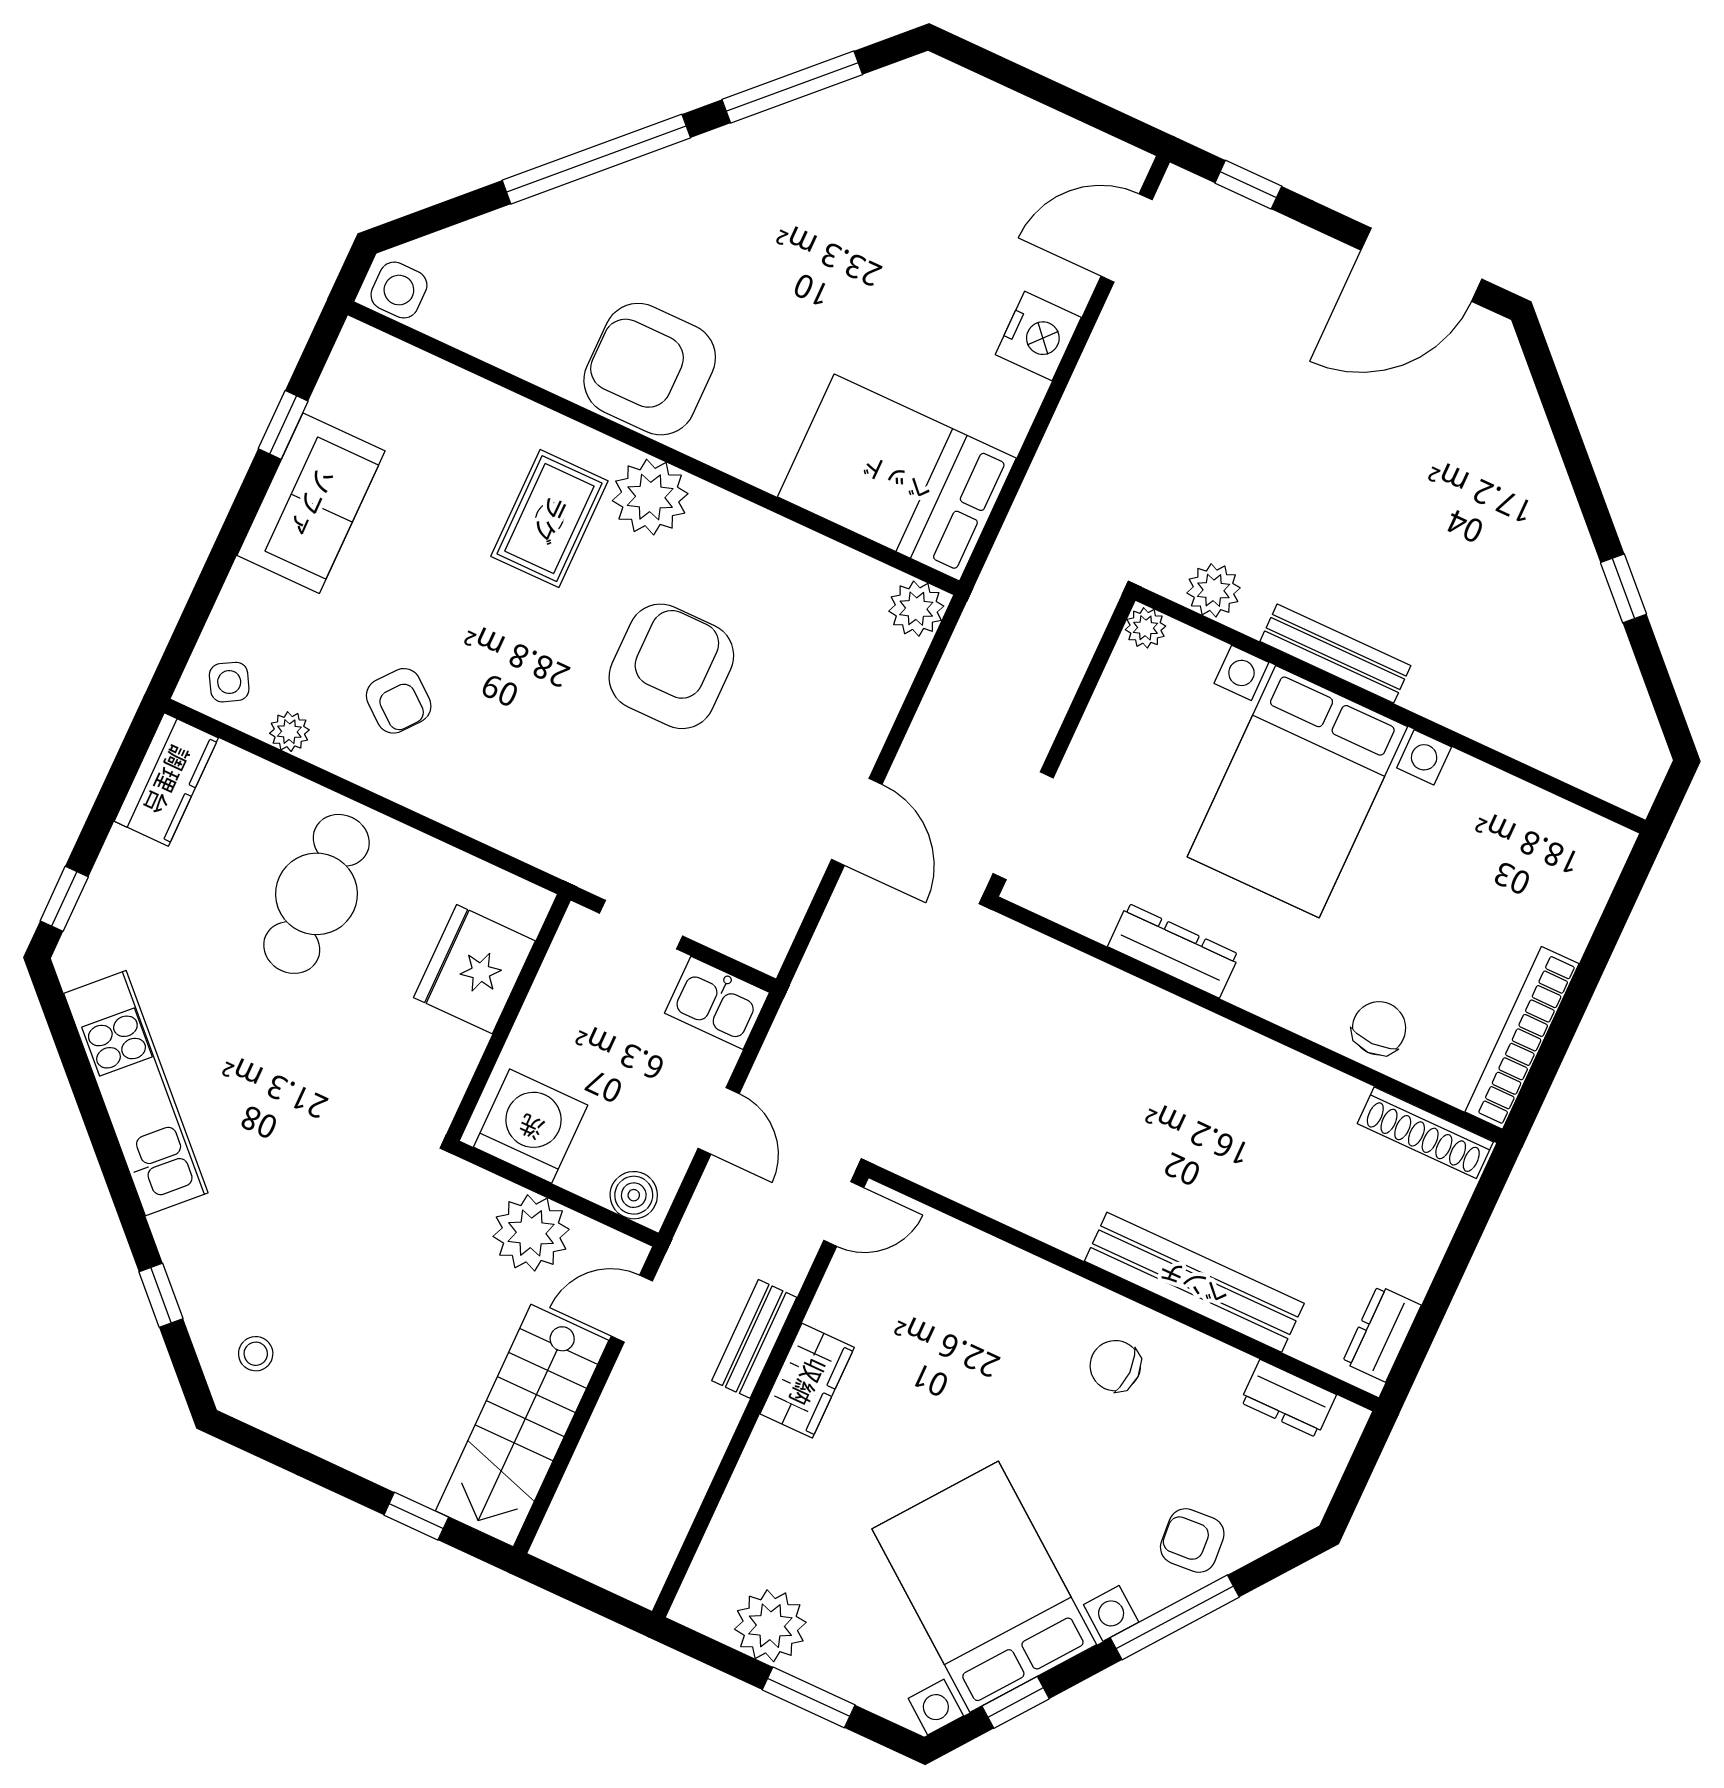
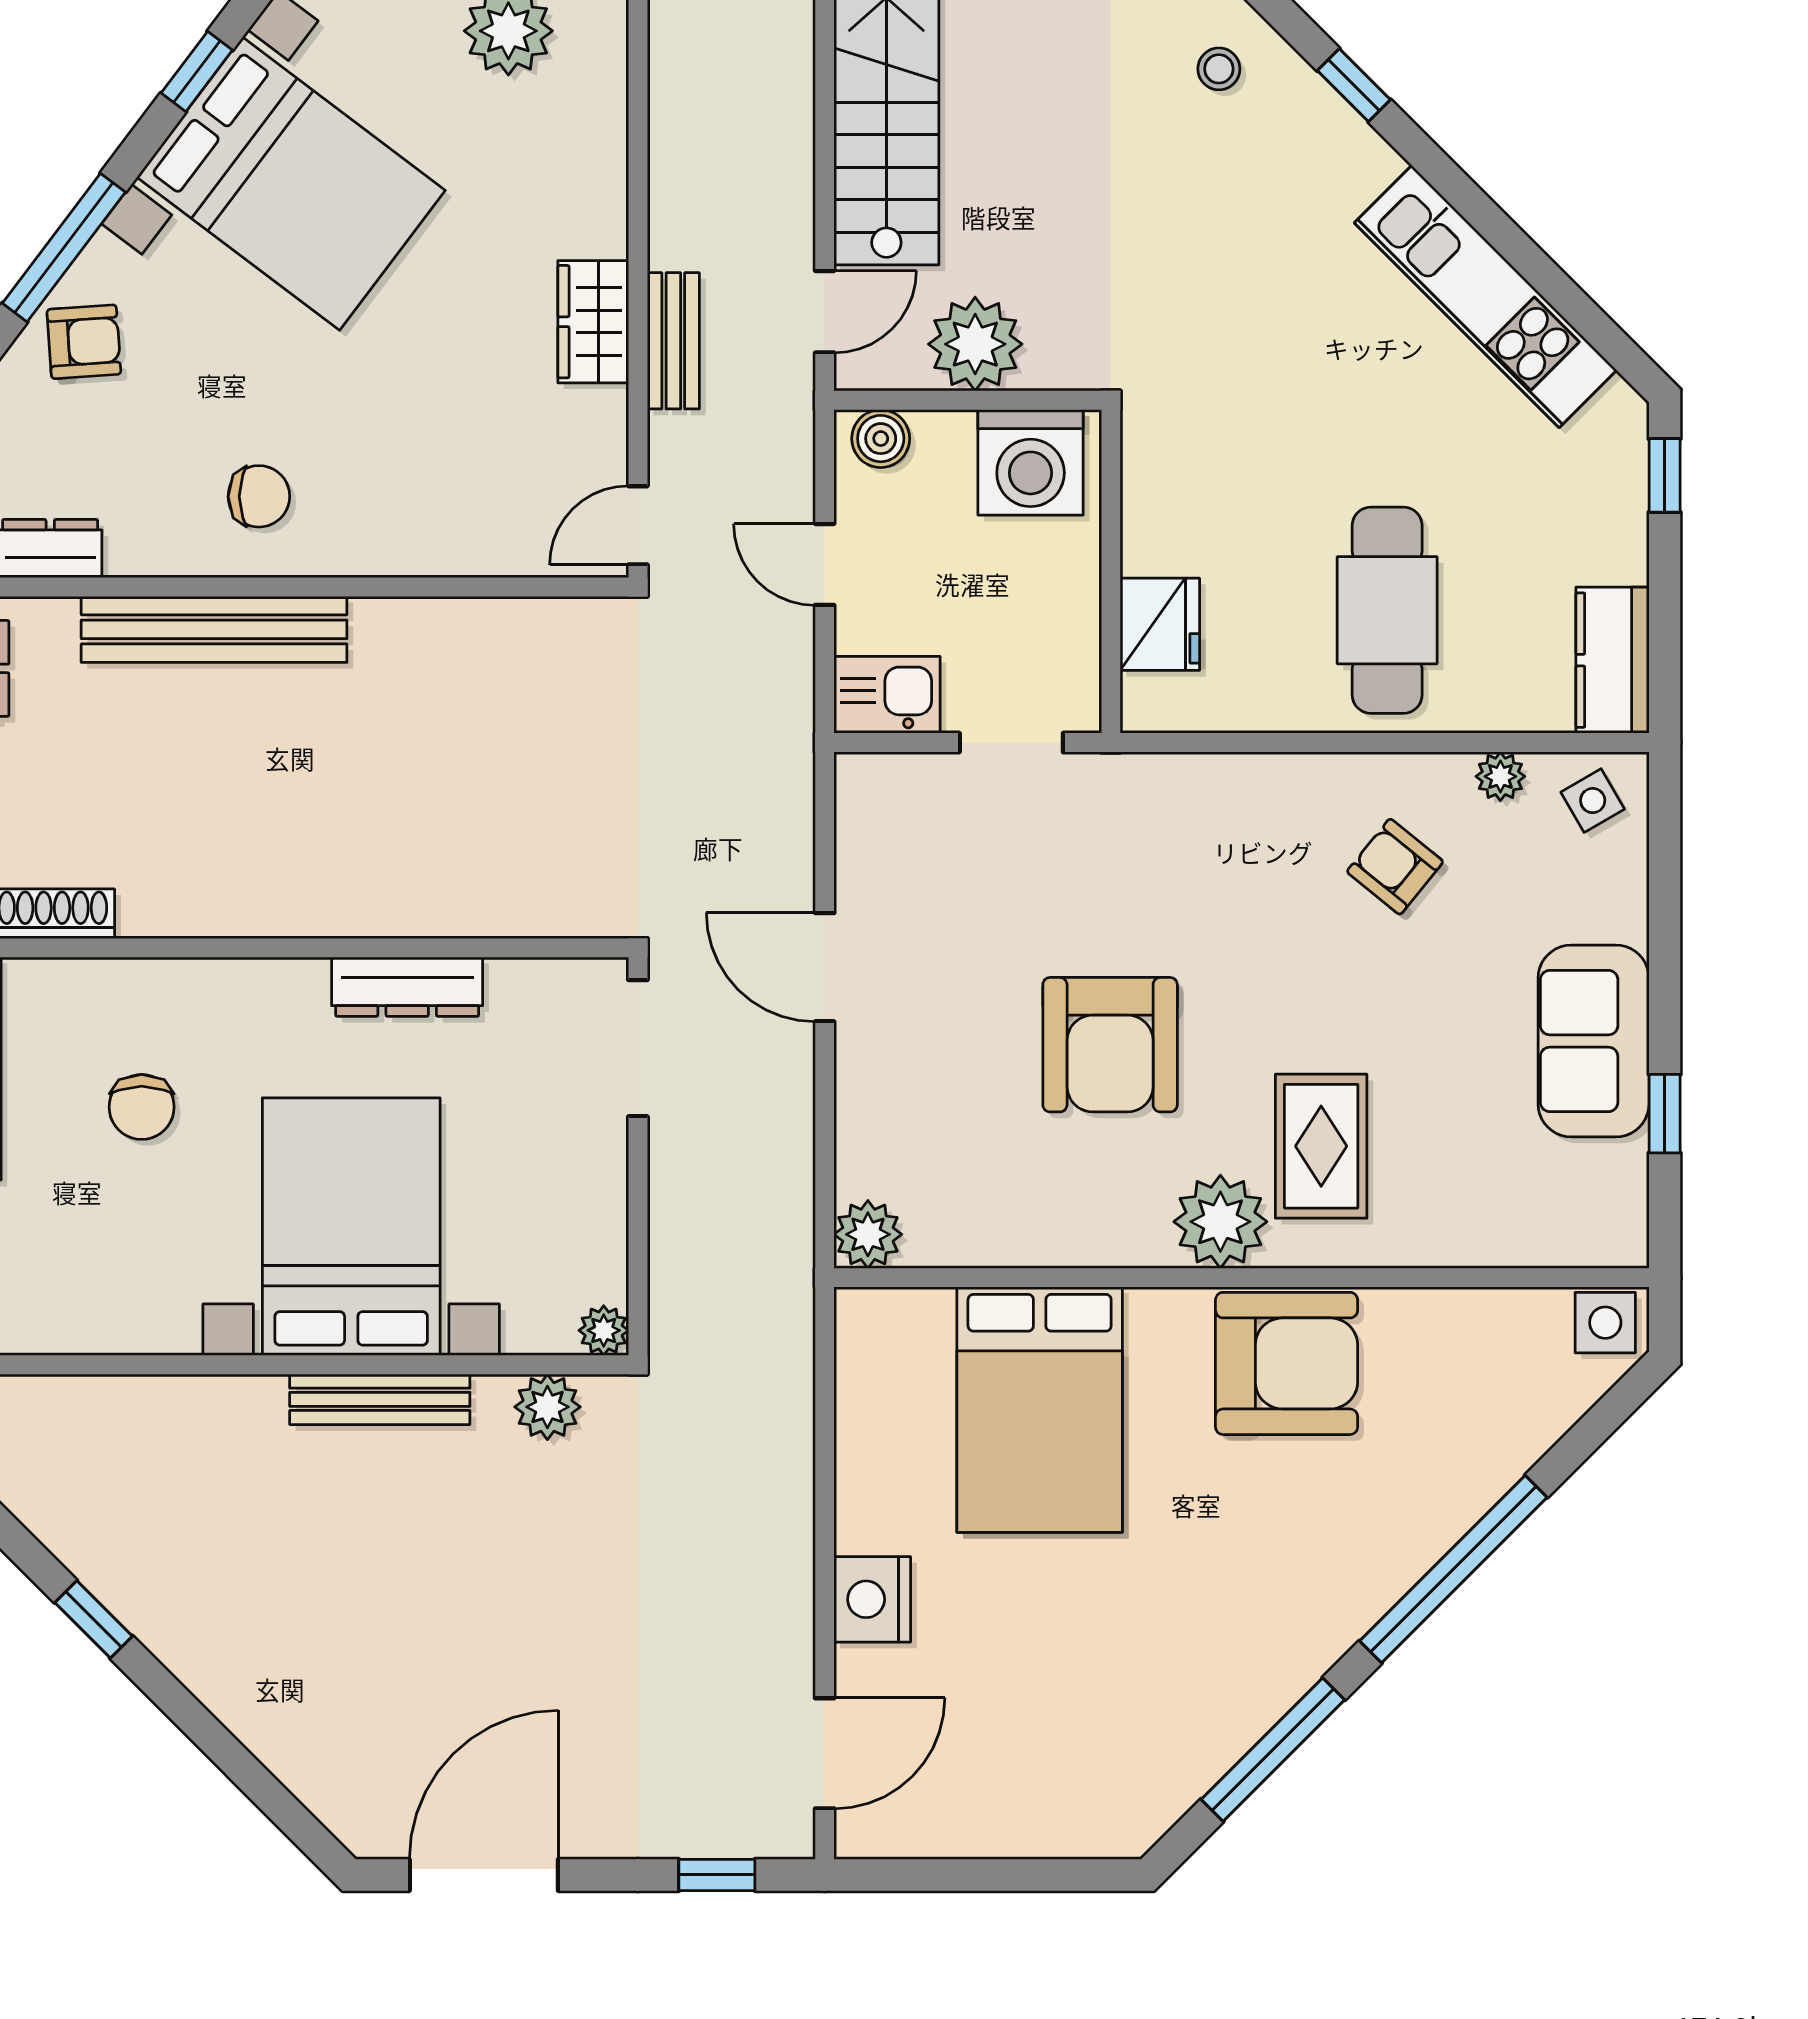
bed: (897, 478) -> (1040, 1410), moved, turned 90
fridge: (474, 969) -> (1160, 624), width x0.73, depth x0.75
chair: (1379, 1028) -> (142, 1107), moved

